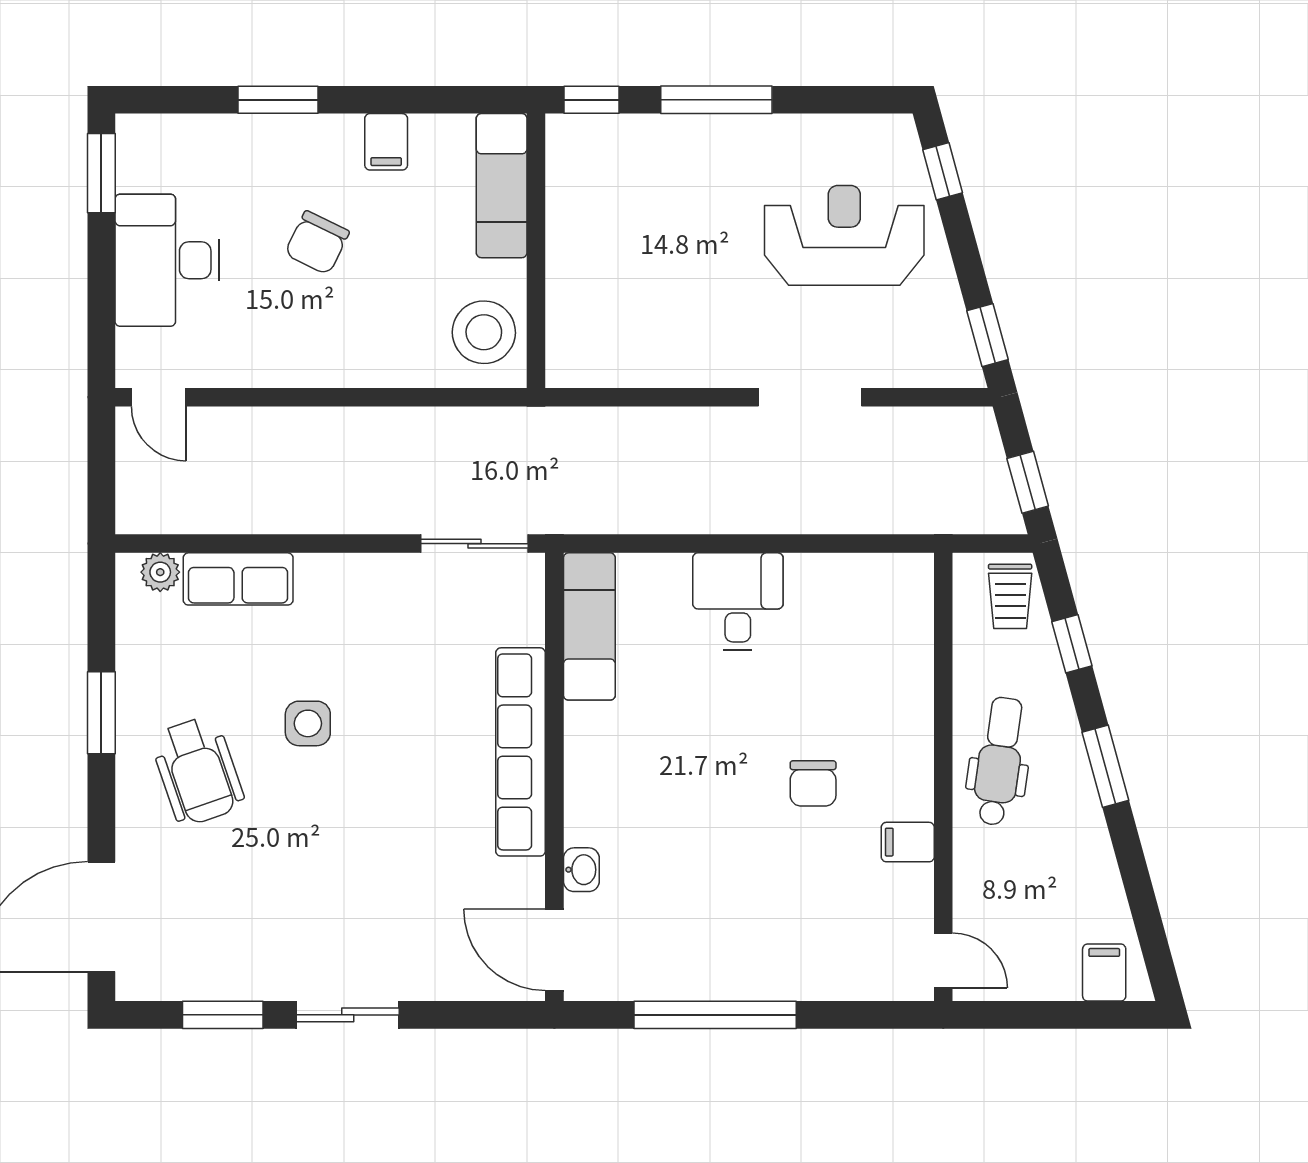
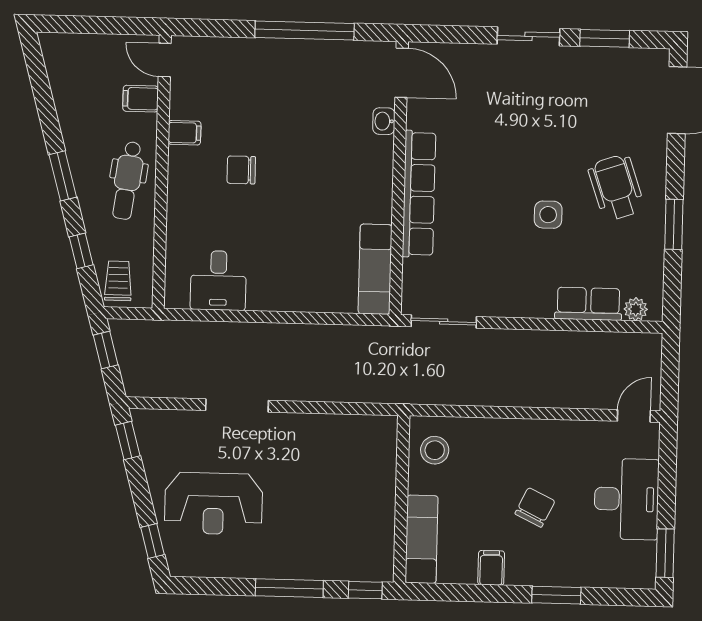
stool: (484, 332) -> (435, 450), width x0.73, depth x0.73
door: (159, 397) -> (634, 416), hinge flipped
desk: (738, 601) -> (218, 280), moved
chair: (813, 783) -> (241, 170), turned -90
filing cabinet: (1104, 973) -> (141, 99), moved, turned 90

